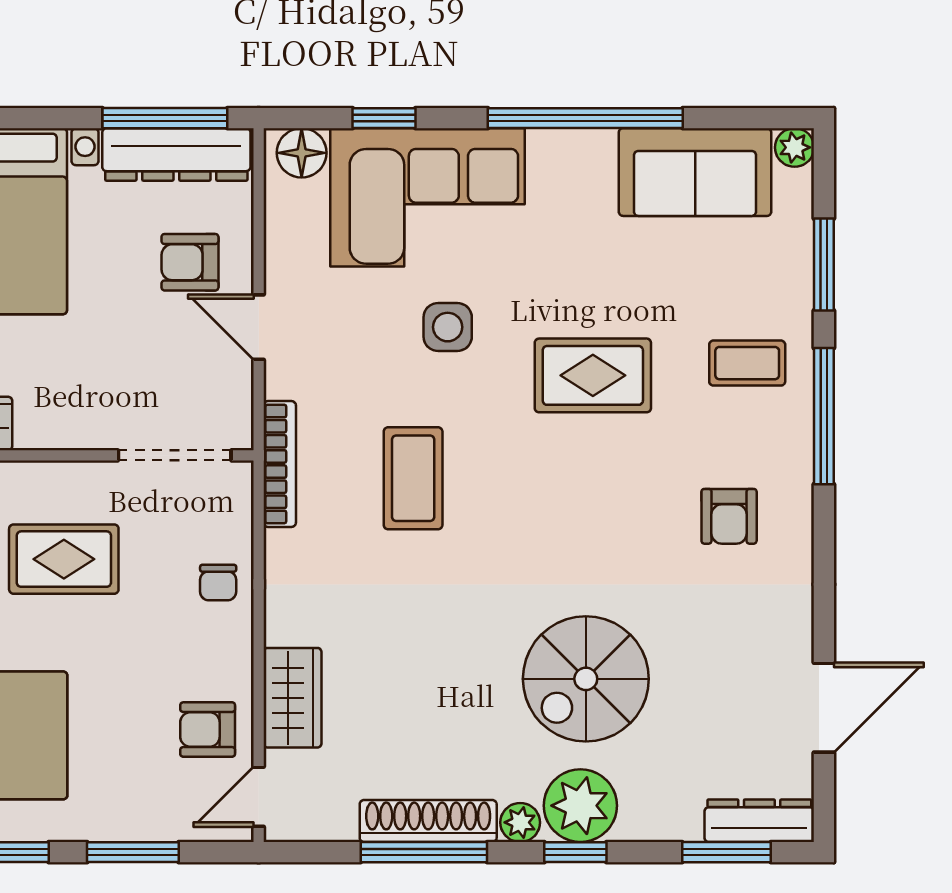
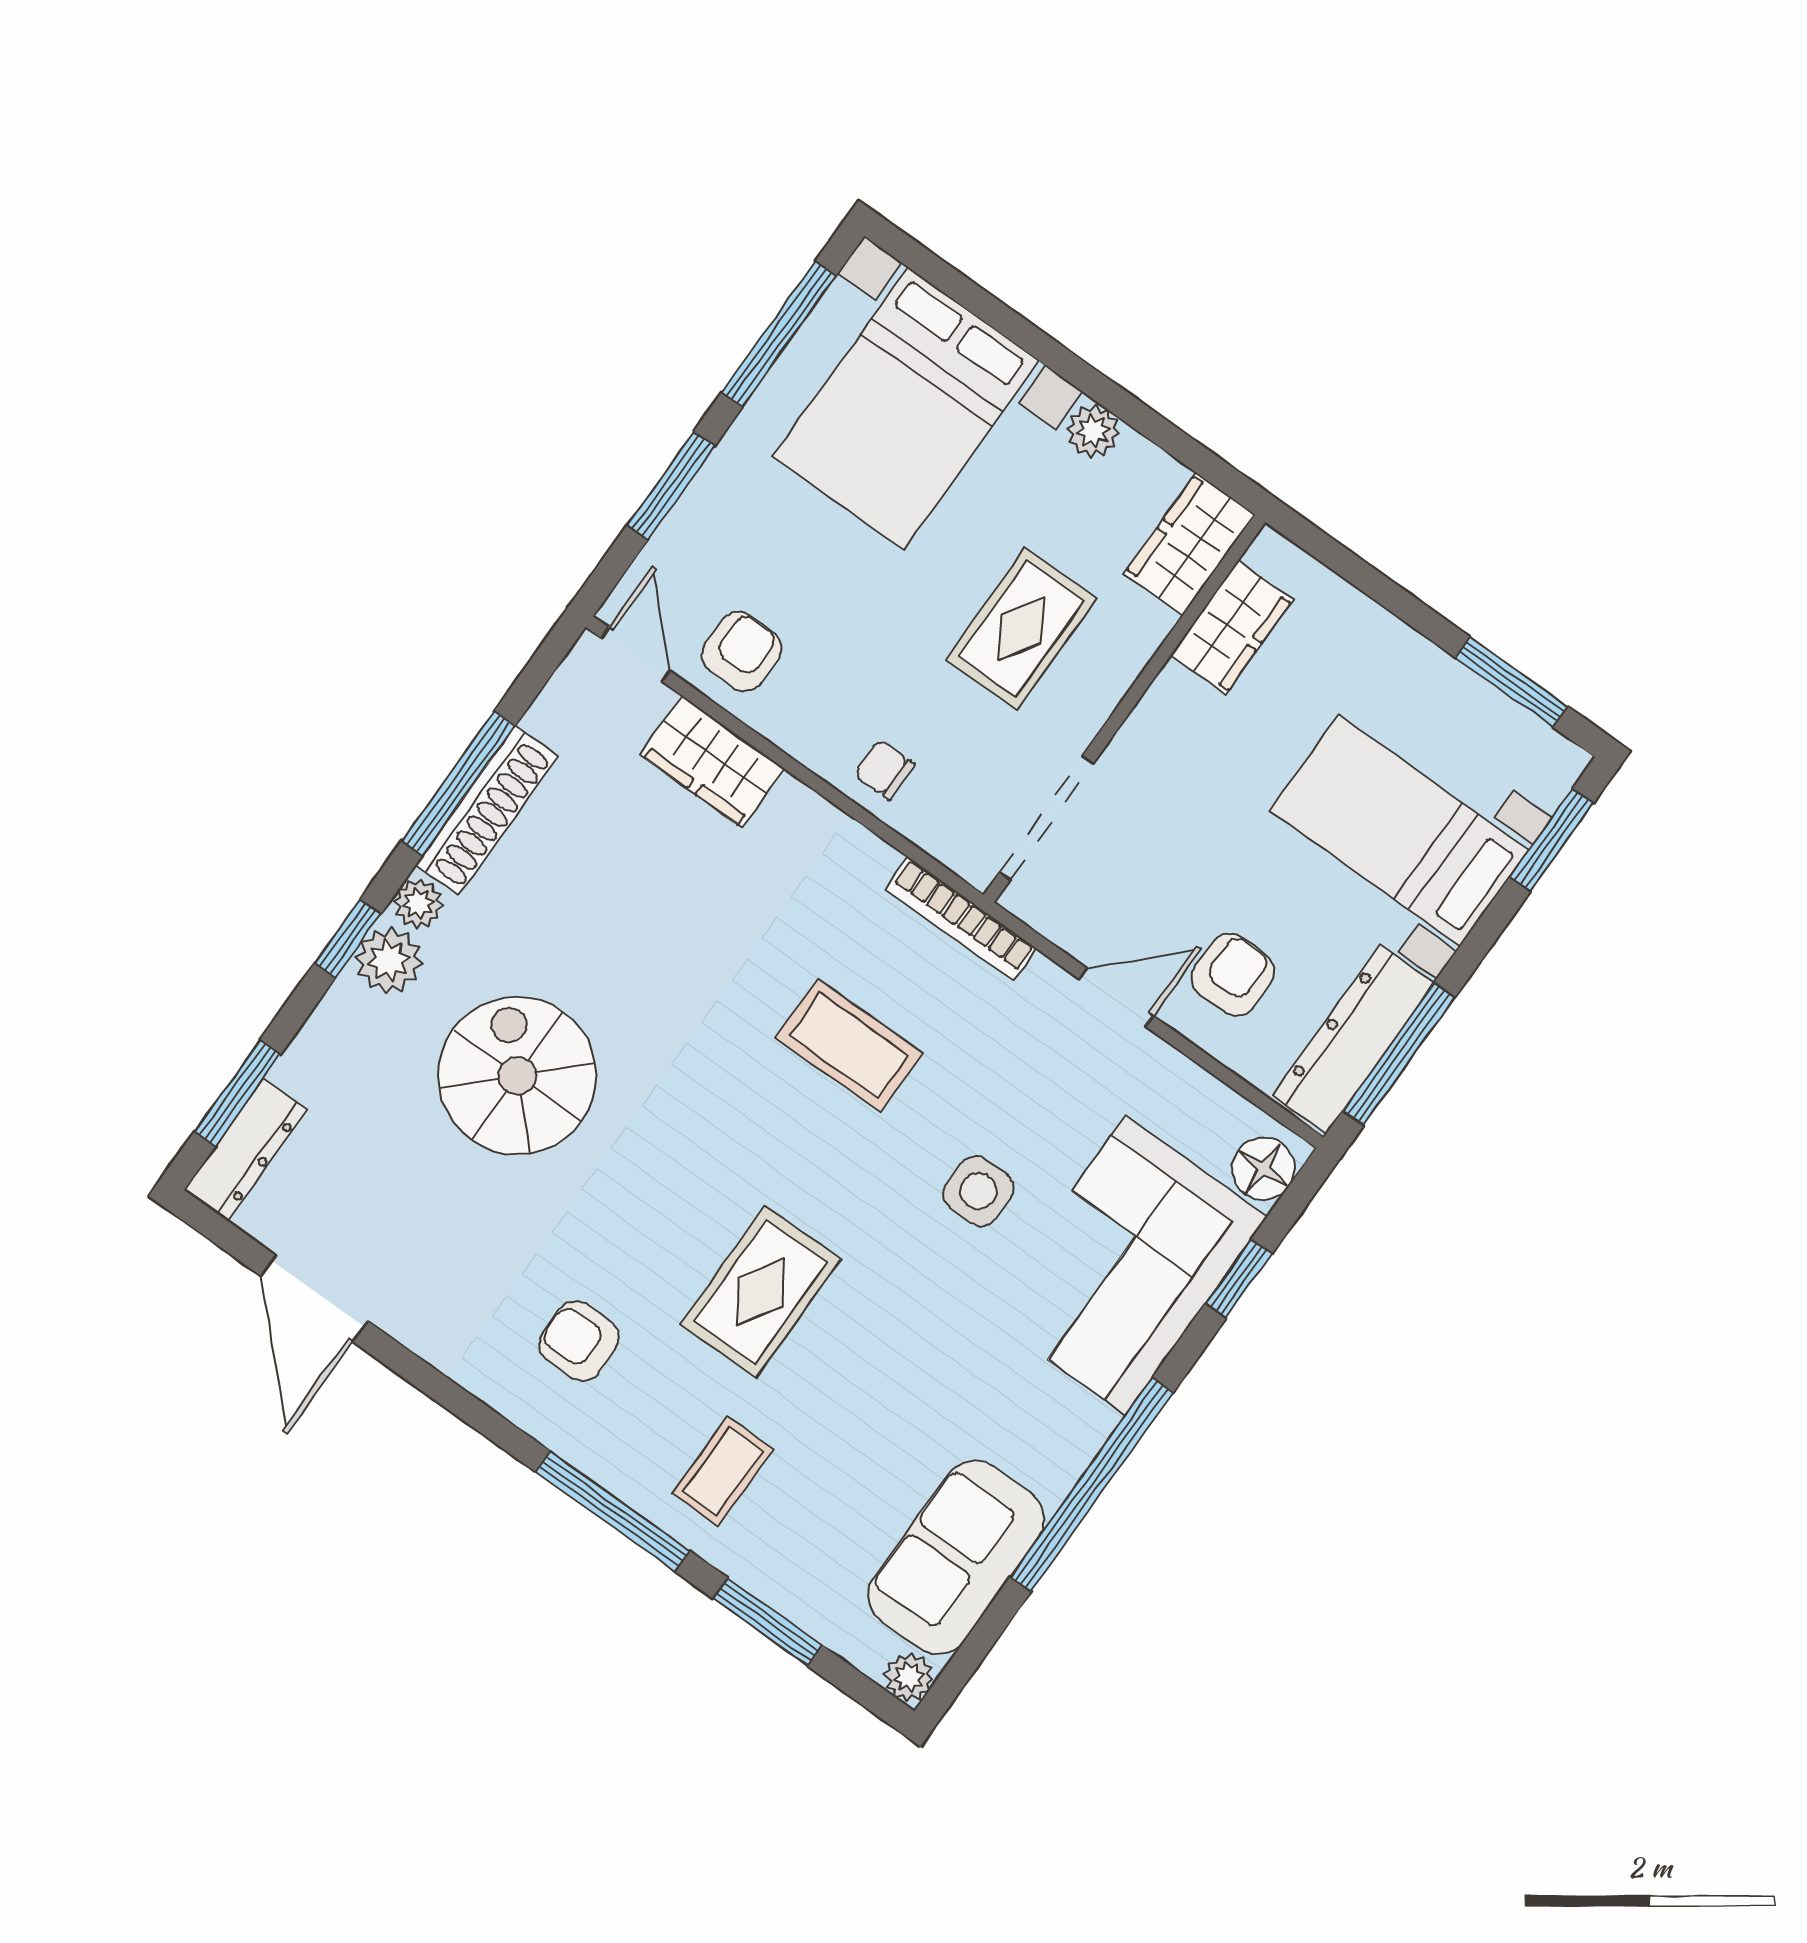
rug: (593, 375) -> (760, 1292), moved
plant: (580, 806) -> (389, 960), width x0.73, depth x0.73

